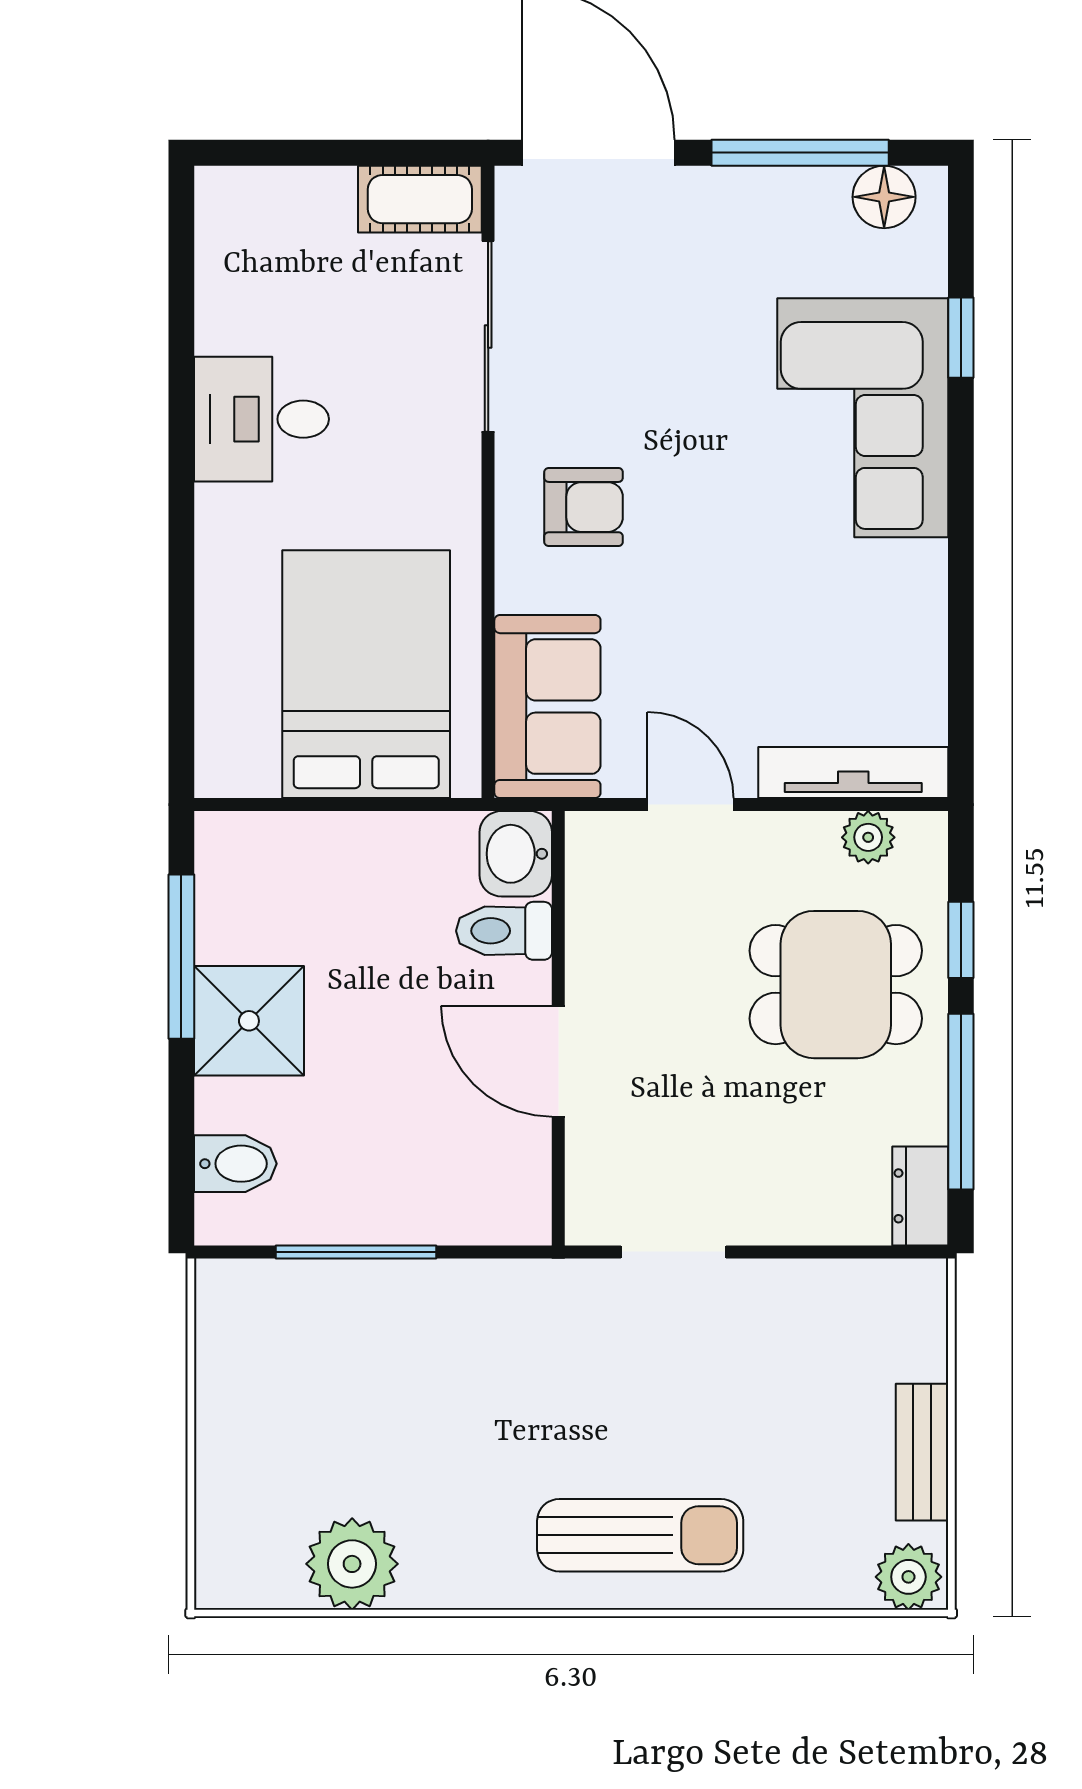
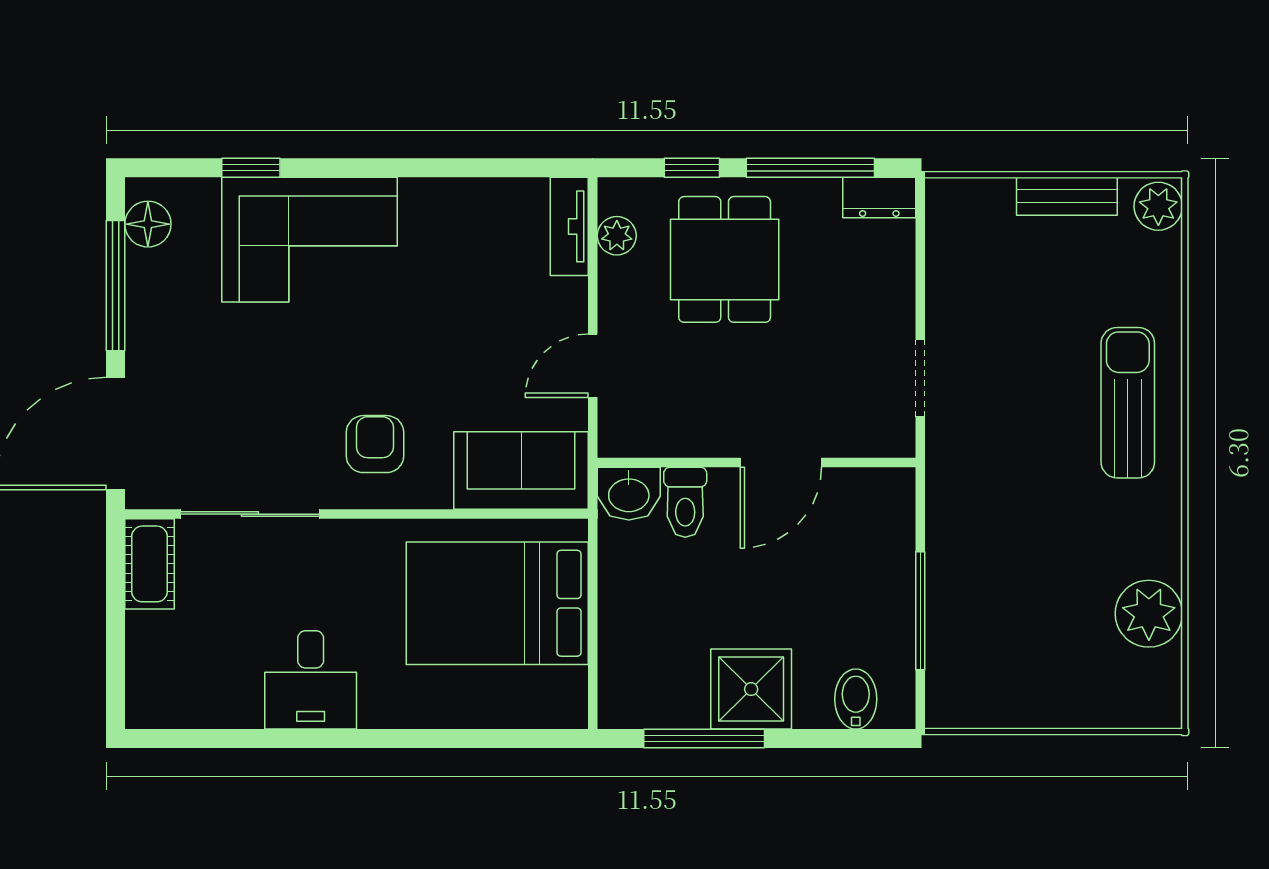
tv unit: (853, 772) -> (569, 226), width x0.71

